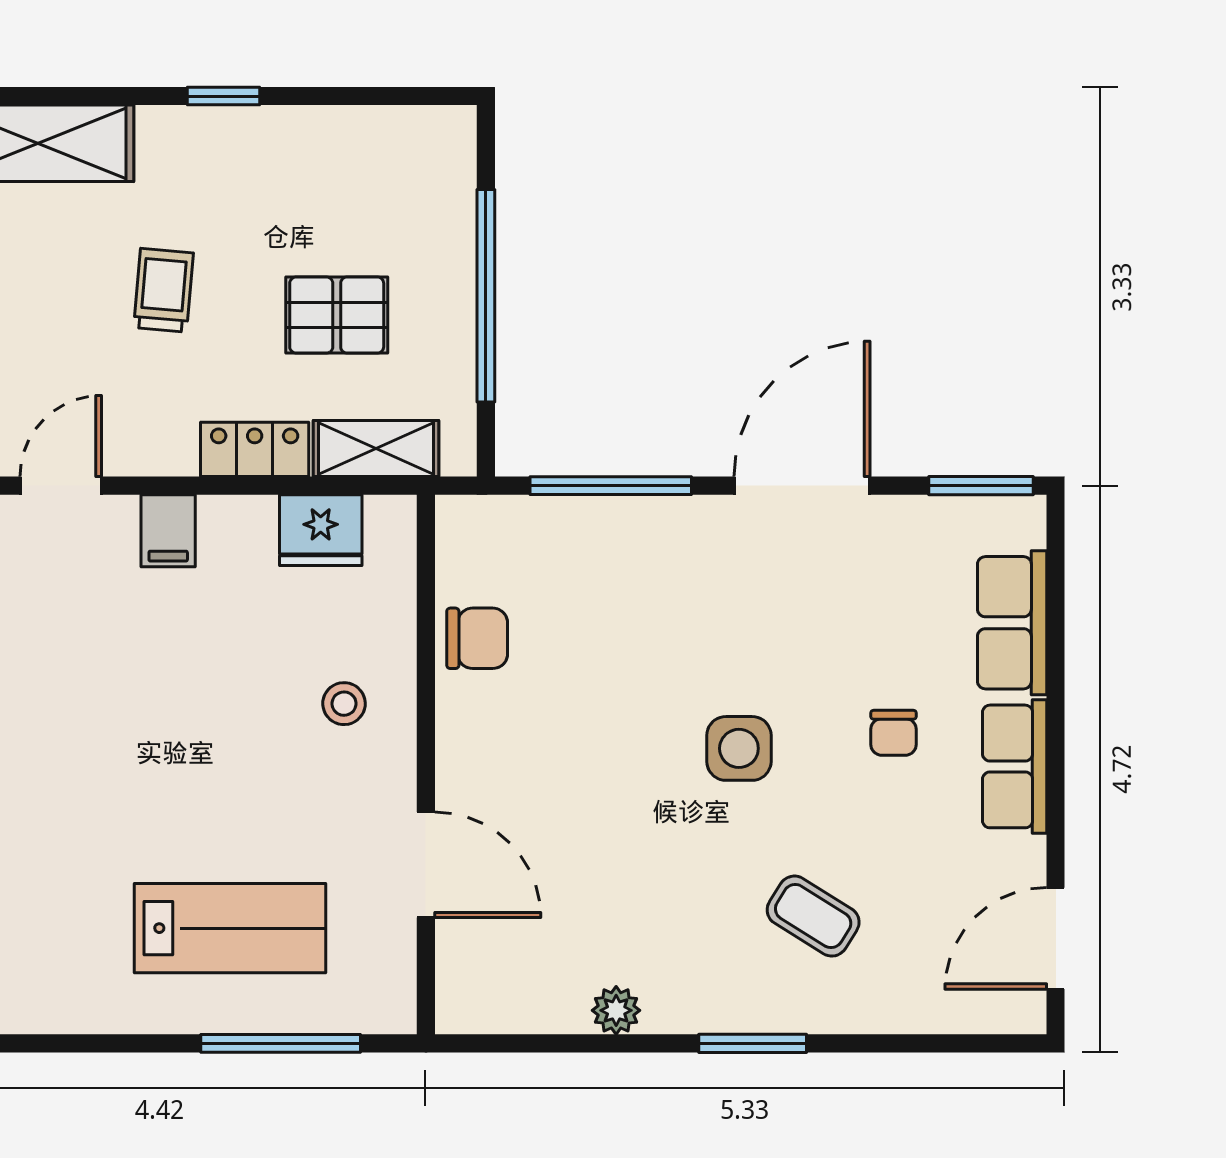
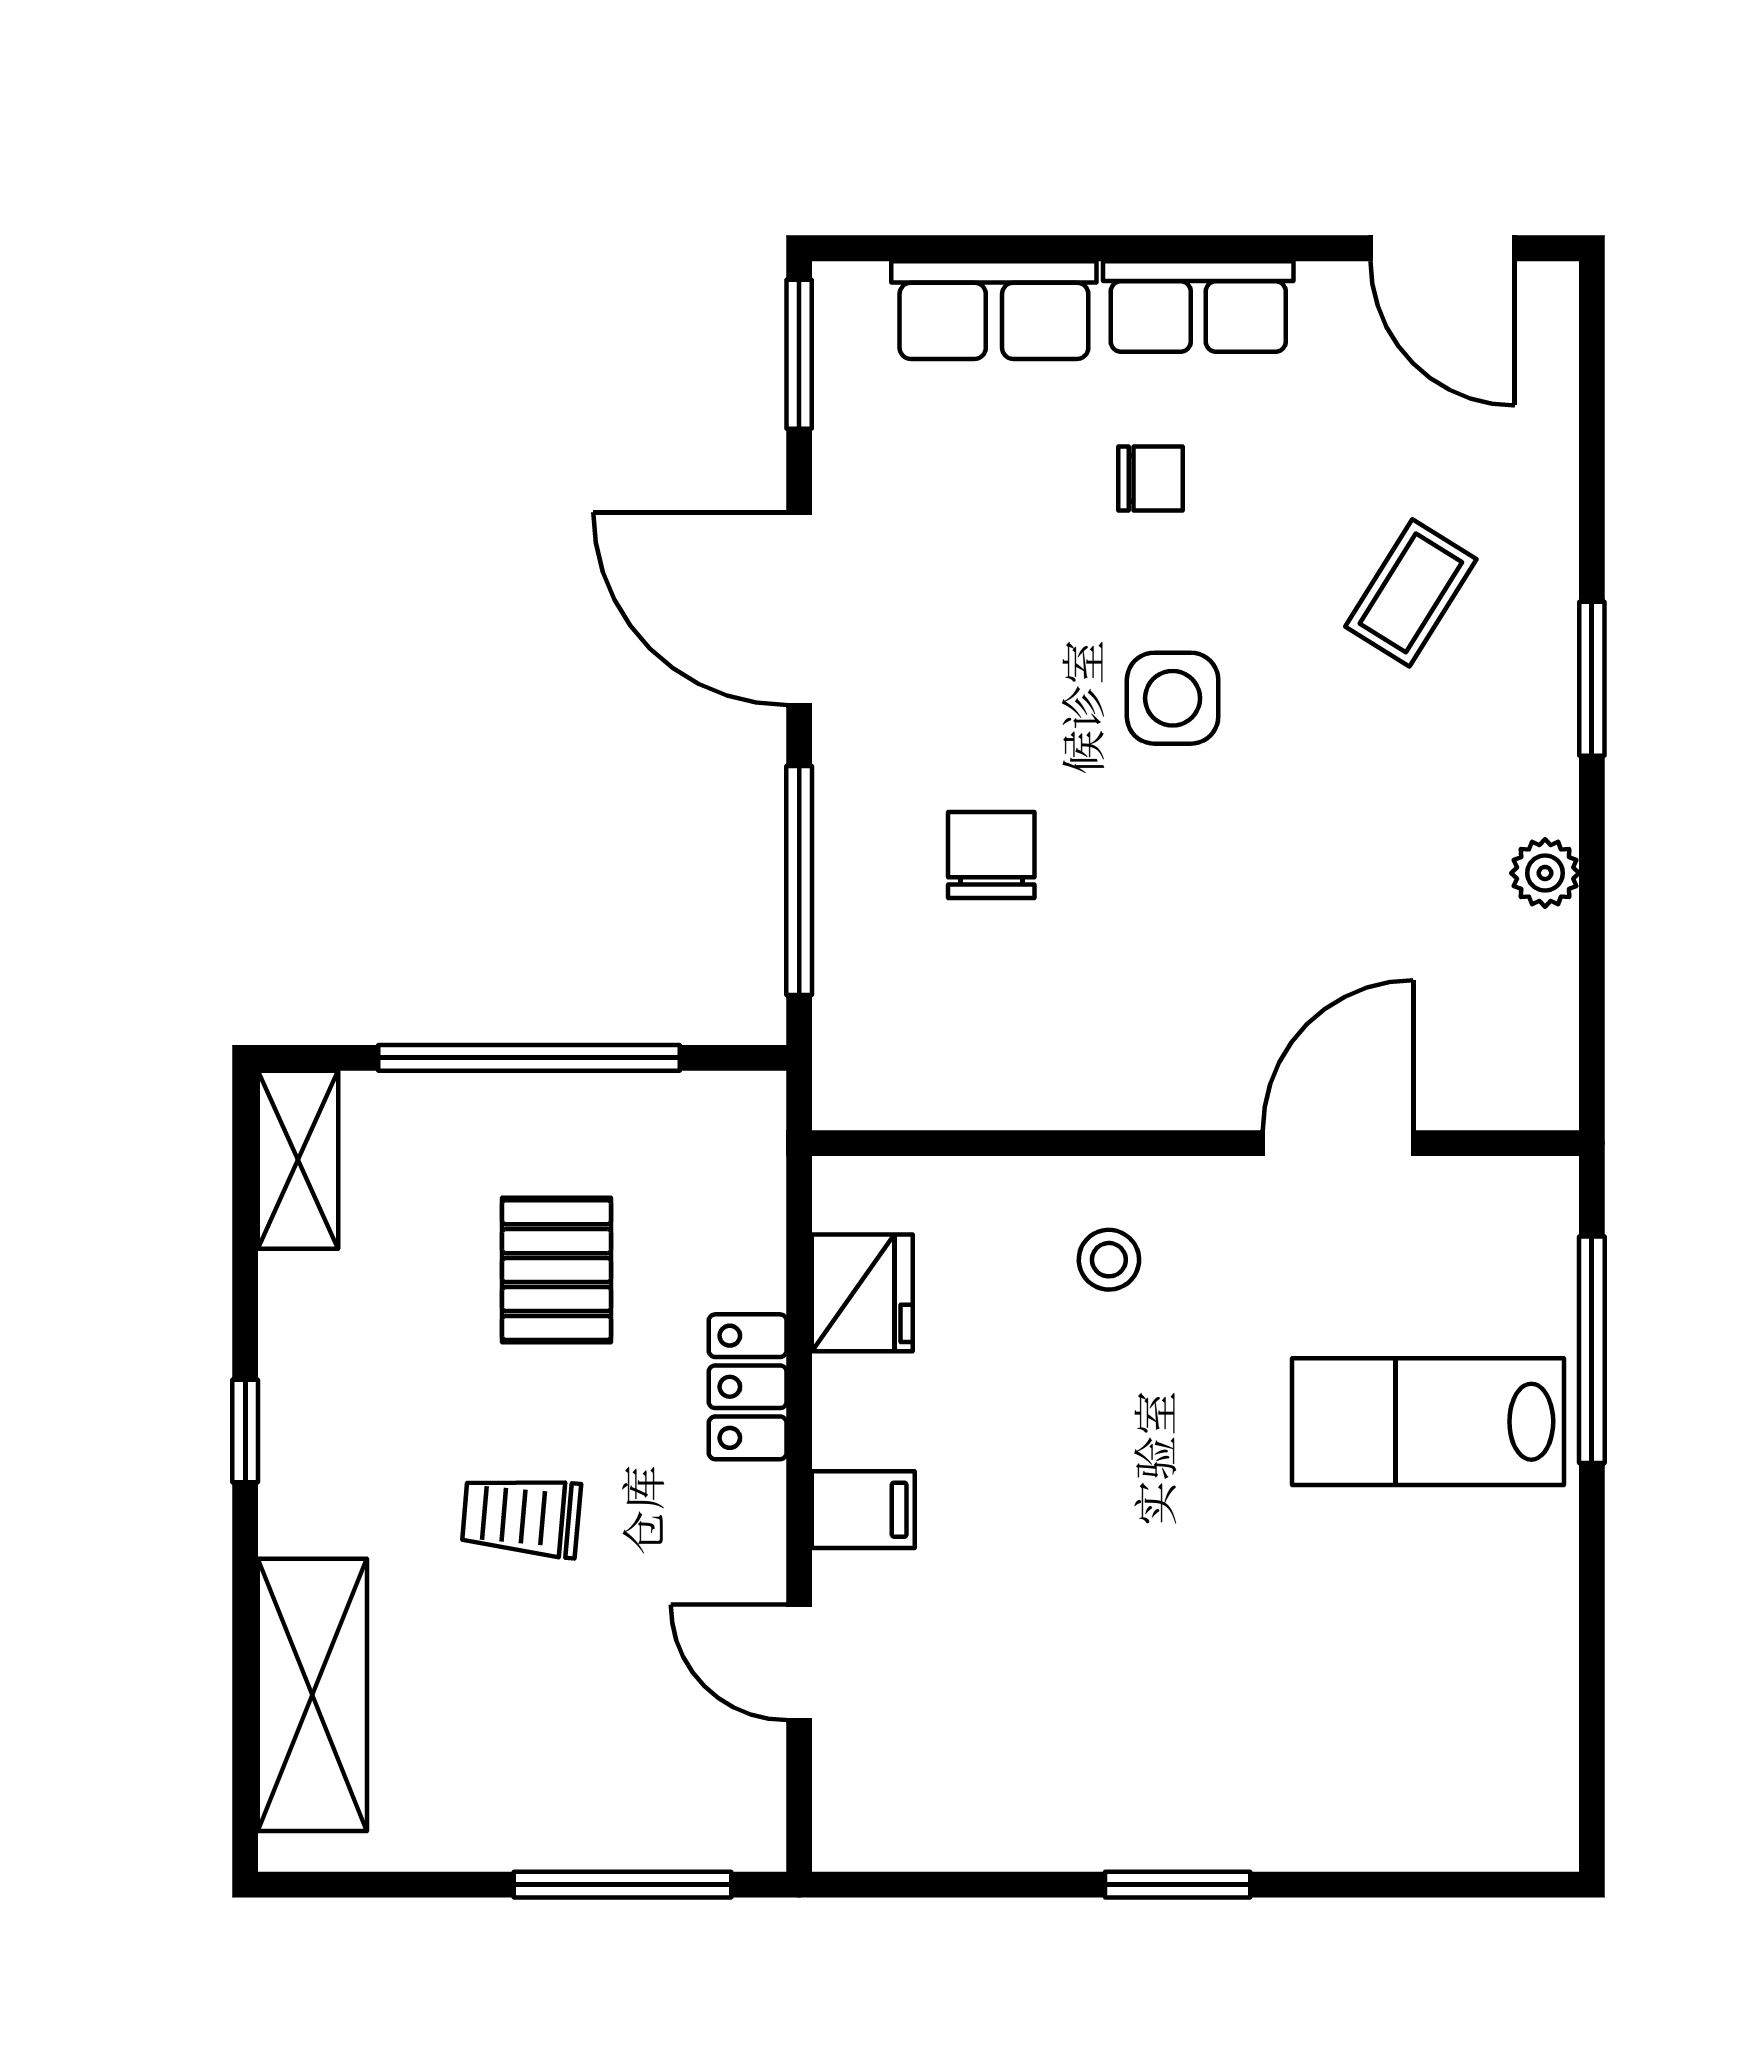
shelving: (376, 449) -> (298, 1160), moved
chair: (477, 638) -> (991, 855), moved
lab bench: (230, 928) -> (1428, 1422), turned -90

